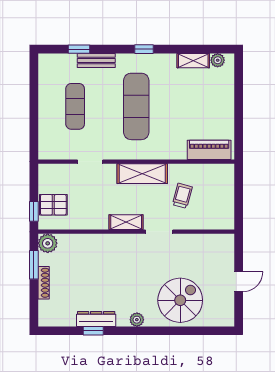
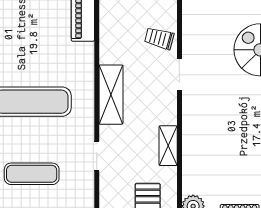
trolley: (182, 196) -> (159, 38), moved
shelving: (126, 222) -> (168, 146), moved

